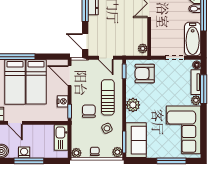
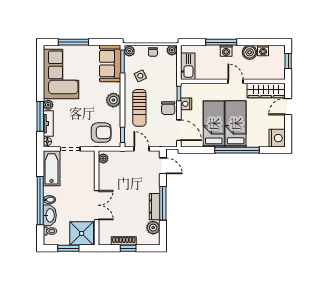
chair: (89, 111) -> (168, 108), moved

